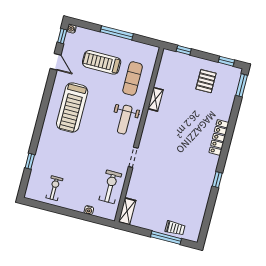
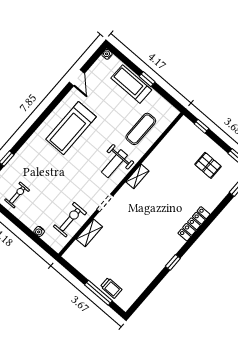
window: (117, 33) -> (147, 79), width x0.46
window: (62, 36) -> (95, 57), removed
treadmill: (102, 62) -> (131, 84), moved
pallet: (206, 81) -> (208, 165), turned 90
shelving: (155, 99) -> (137, 176), moved
shelving: (127, 211) -> (89, 233), moved

